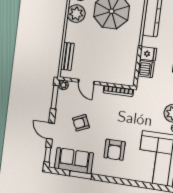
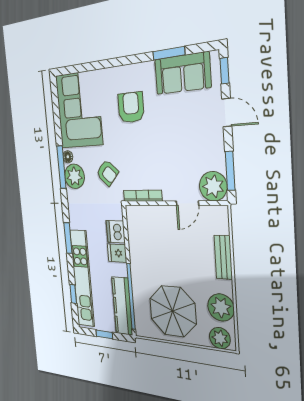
bench: (67, 56) -> (223, 257), moved
door: (86, 82) -> (187, 203), swing flipped
plant: (63, 85) -> (213, 186), width x1.88, depth x1.88
armchair: (81, 123) -> (107, 173), moved, turned 66

